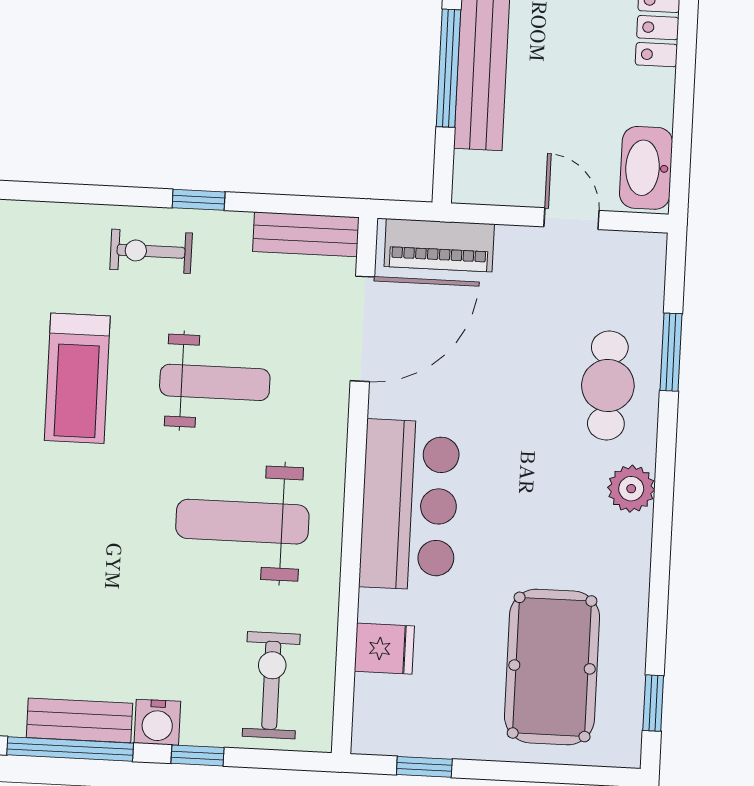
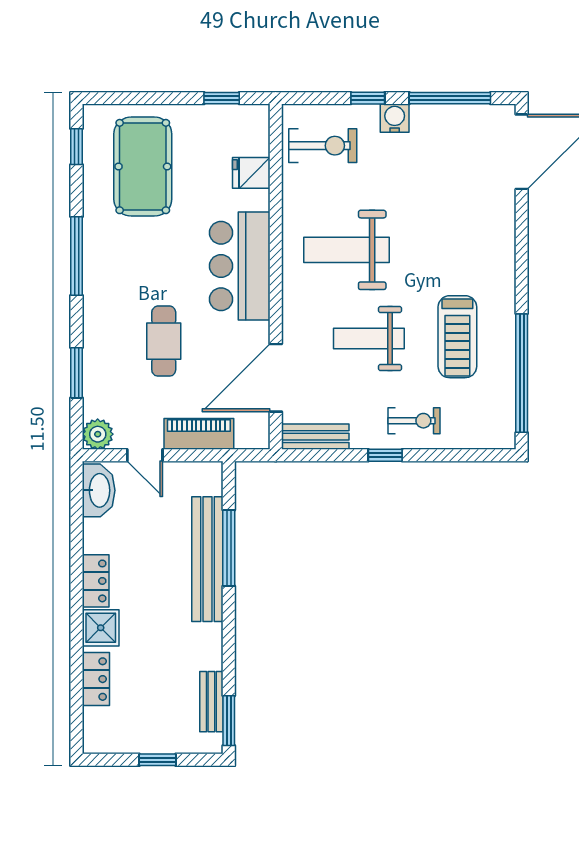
piano: (439, 245) -> (199, 434), moved
treadmill: (77, 378) -> (457, 337), turned 180
cafe table: (608, 385) -> (164, 341), moved
plant: (631, 489) -> (98, 434), moved
weight bench: (242, 522) -> (347, 250), turned 180
window: (662, 533) -> (77, 256), added
exercise bike: (271, 685) -> (323, 146), turned -90
bench: (80, 720) -> (445, 117), removed

